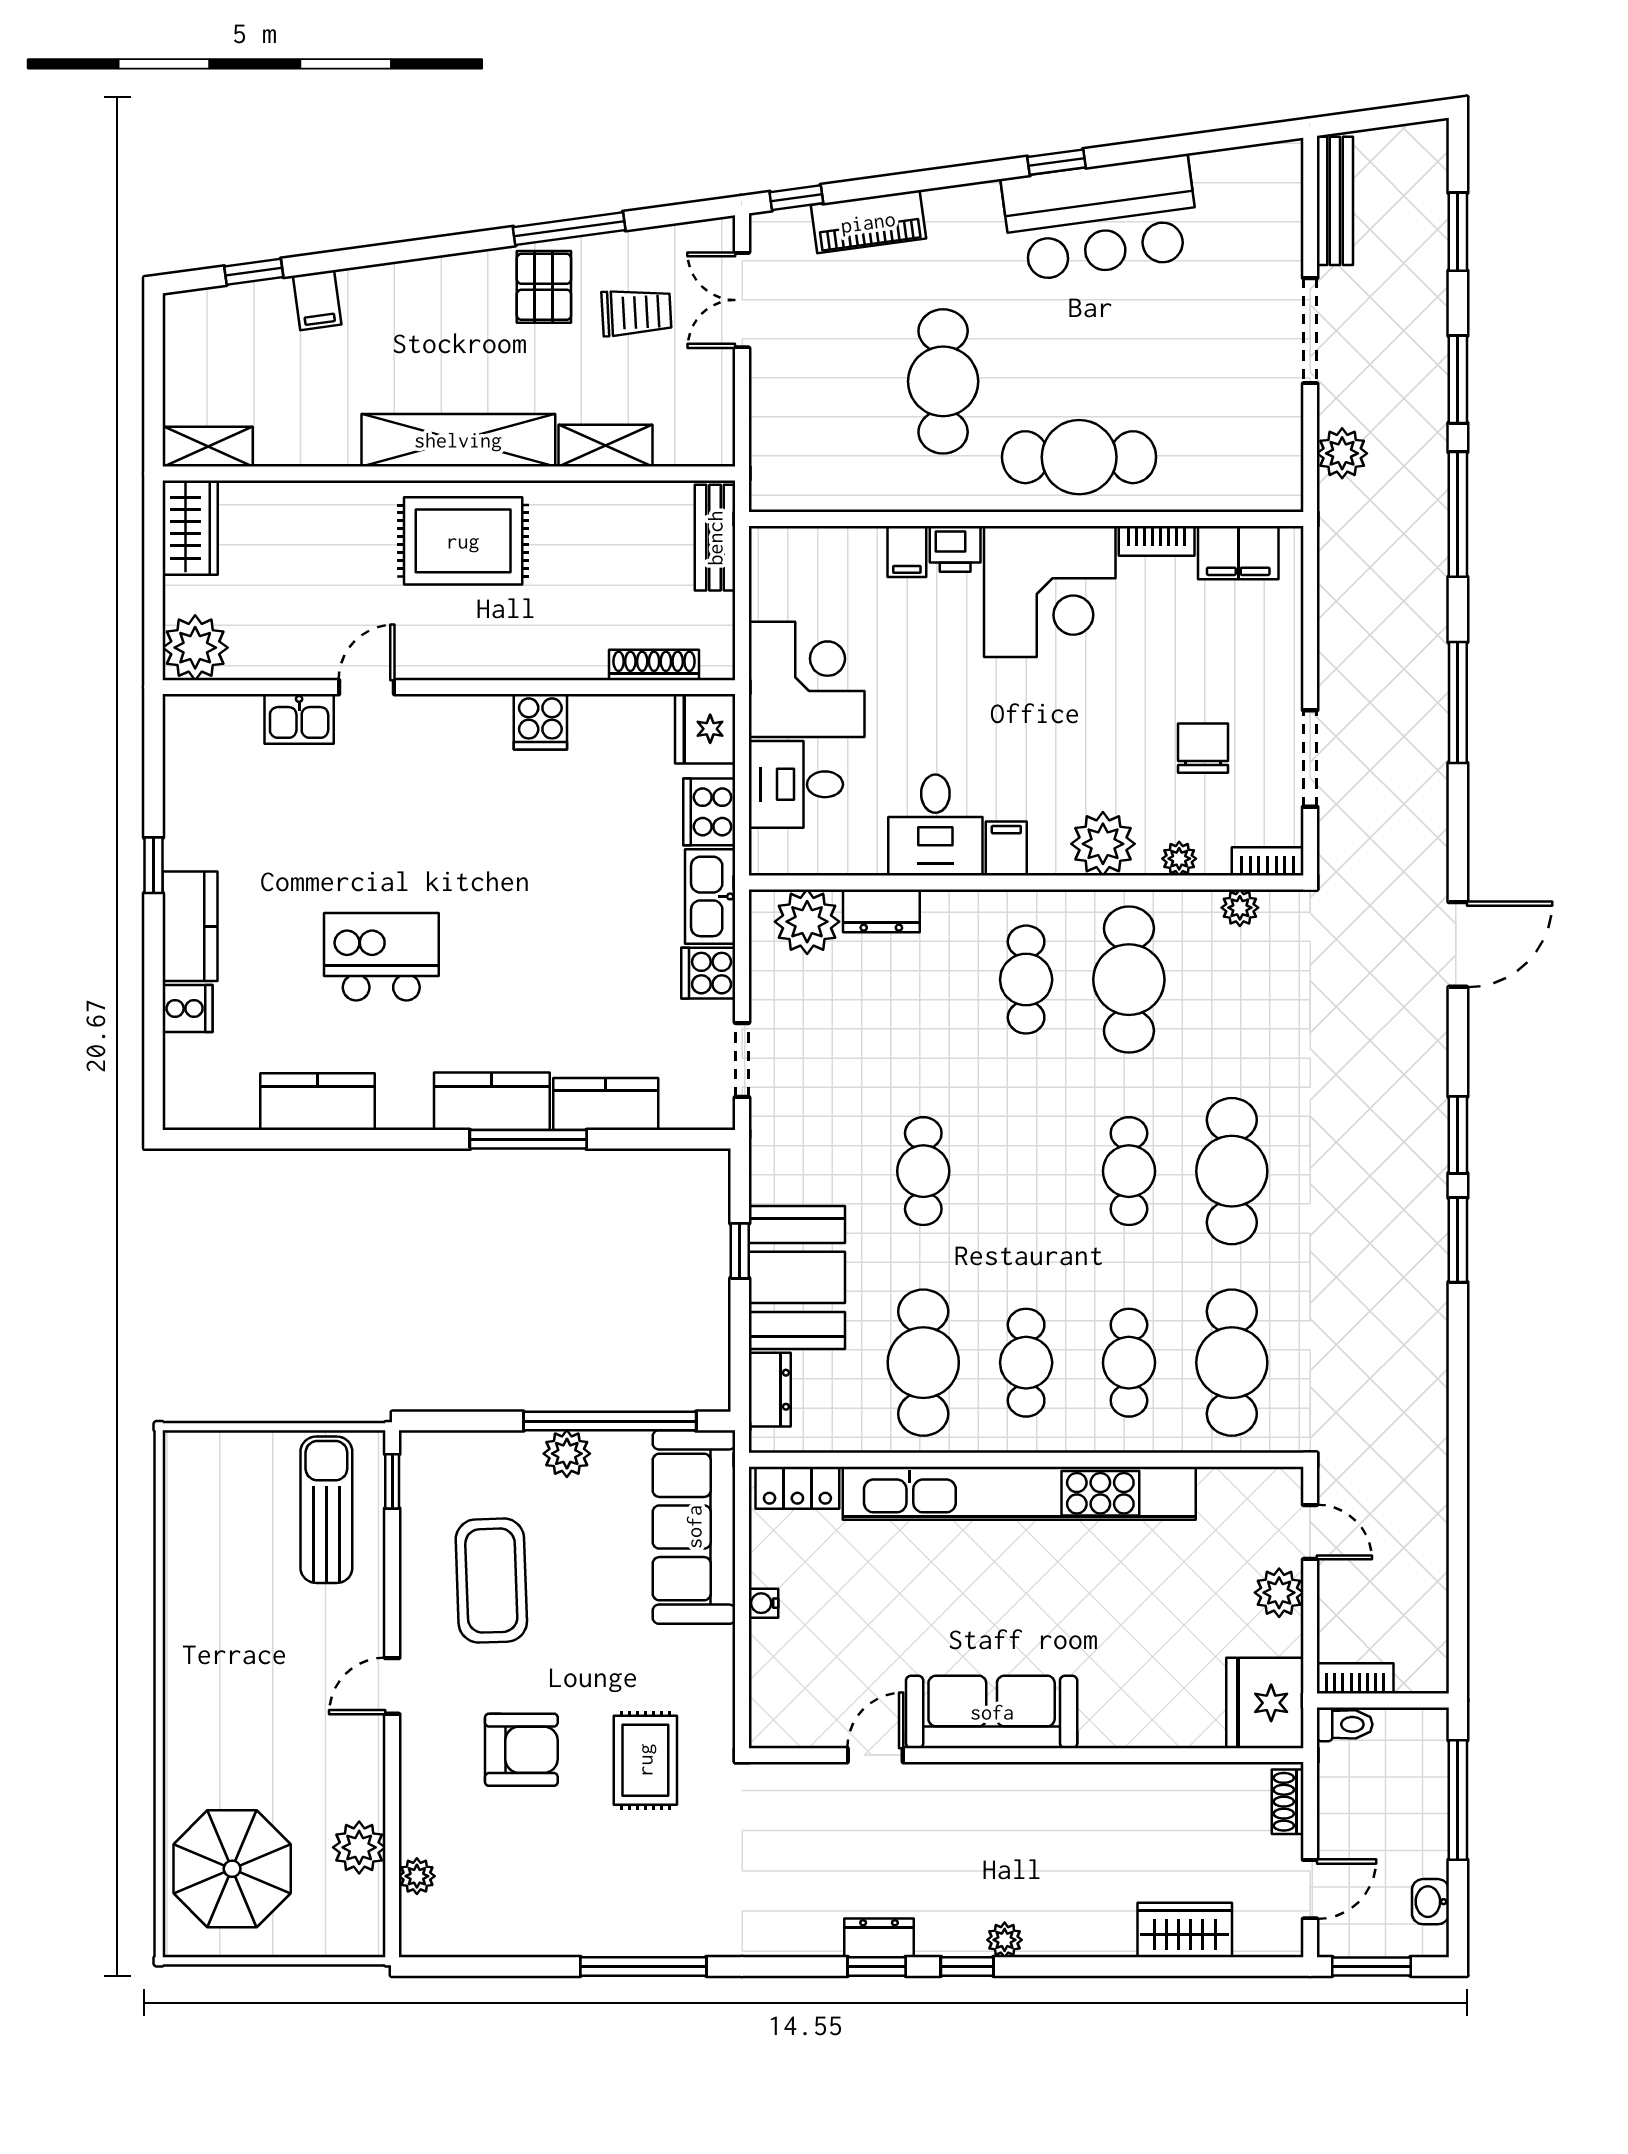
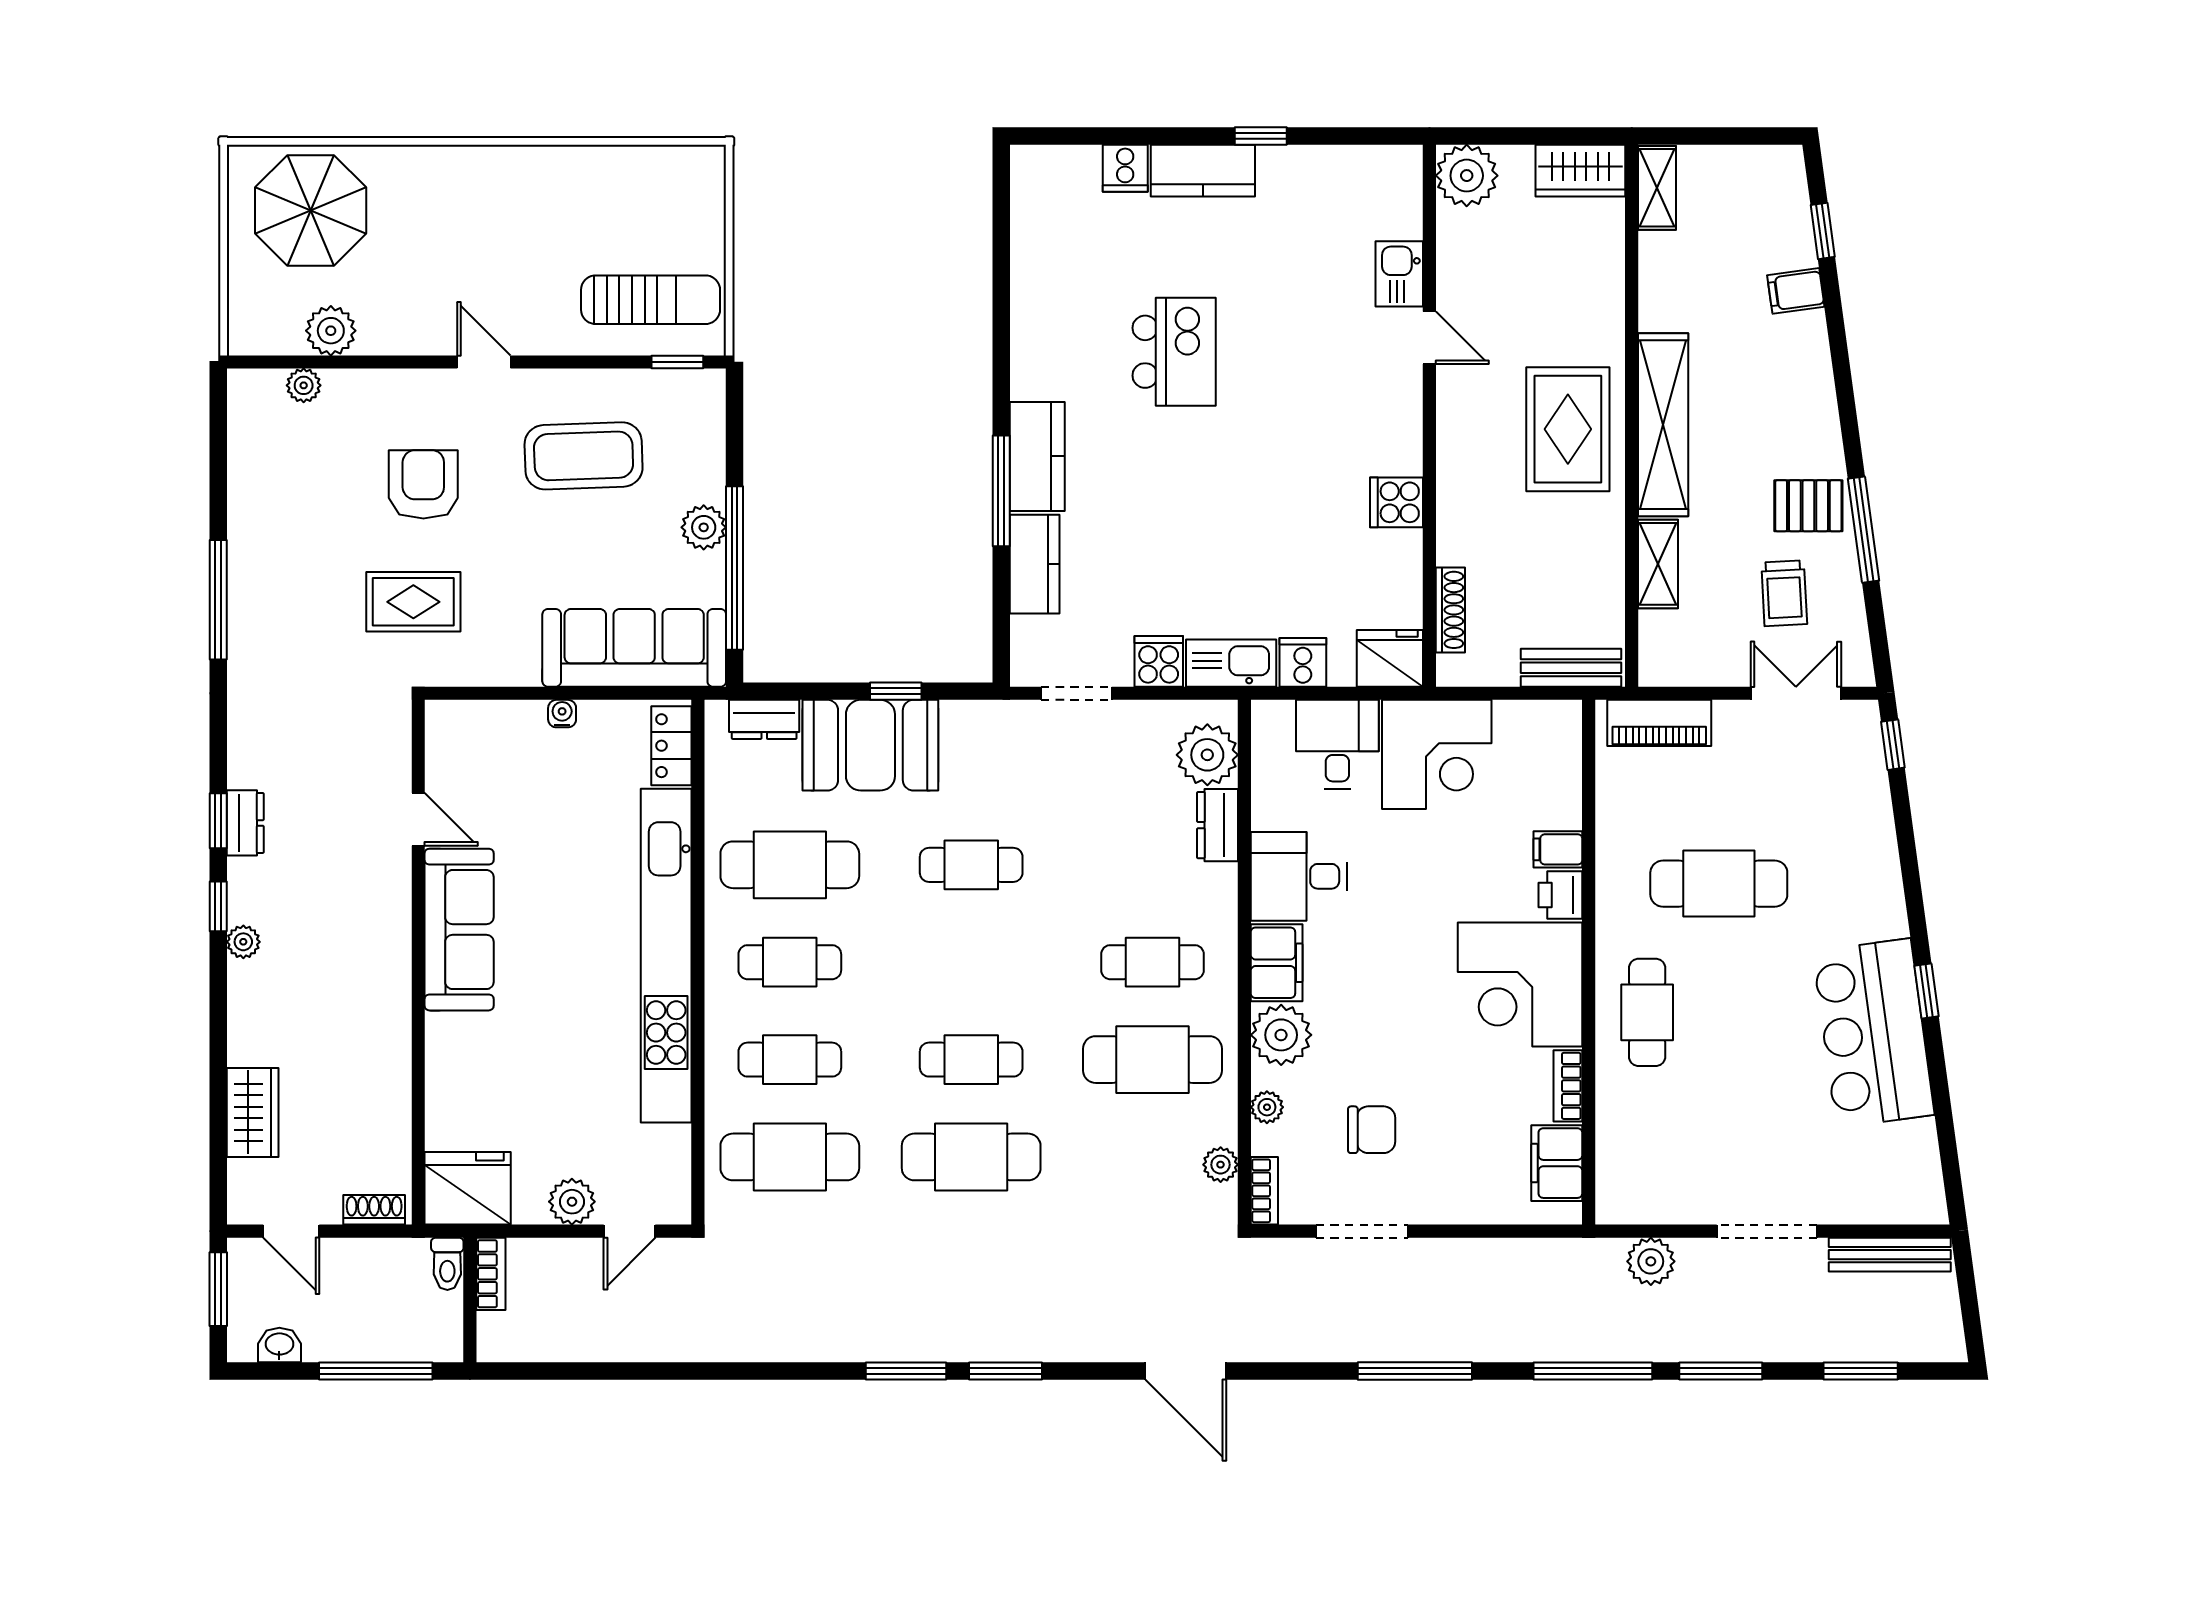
piano: (868, 222) -> (1659, 723), moved, turned -82
cafe table: (1079, 457) -> (1647, 1012), width x0.73, depth x0.74
cooker: (709, 812) -> (1303, 662), width x0.73
filing cabinet: (1006, 849) -> (1277, 963), width x2.00
kitchen counter: (318, 1102) -> (1037, 291), removed
armchair: (521, 1750) -> (423, 484), turned 180

